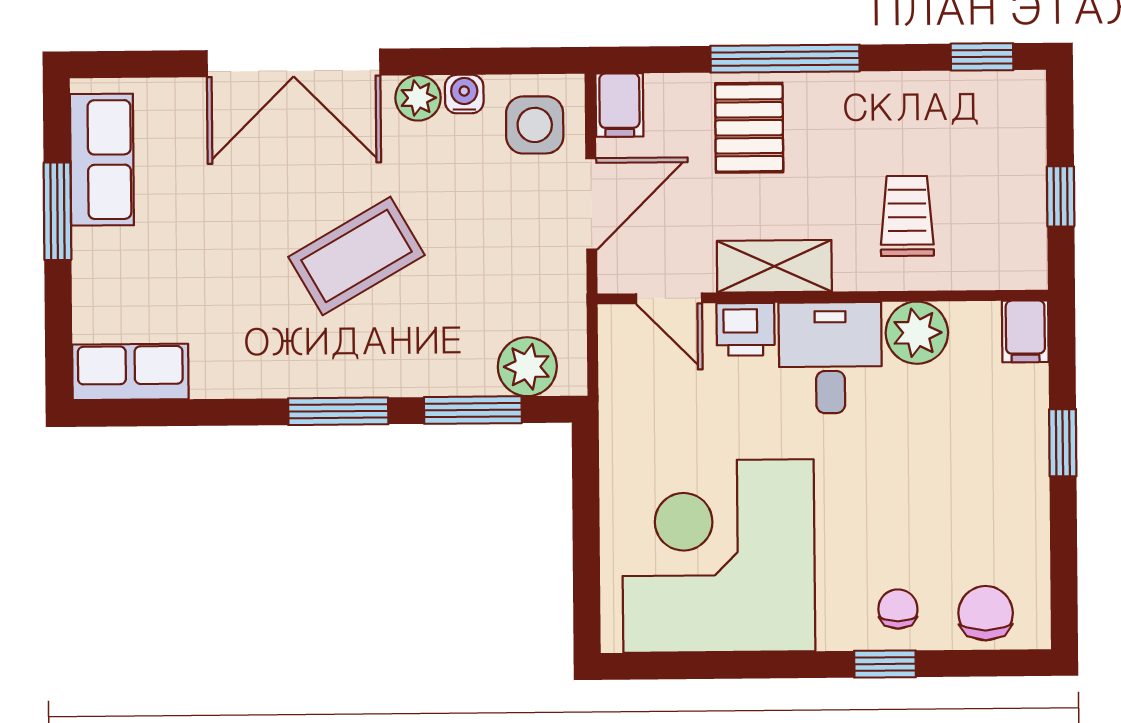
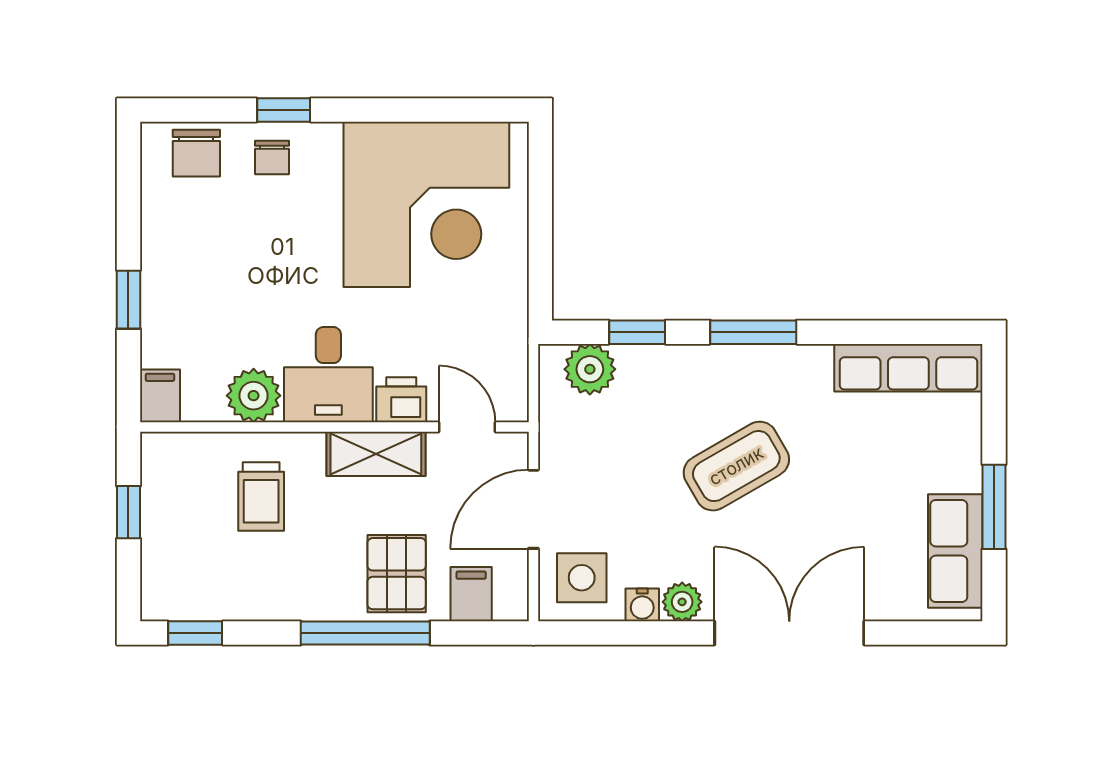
filing cabinet: (619, 105) -> (471, 594), moved
row of seats: (130, 372) -> (908, 368), width x1.48
window: (473, 410) -> (637, 332), width x0.67

